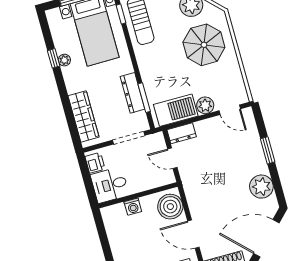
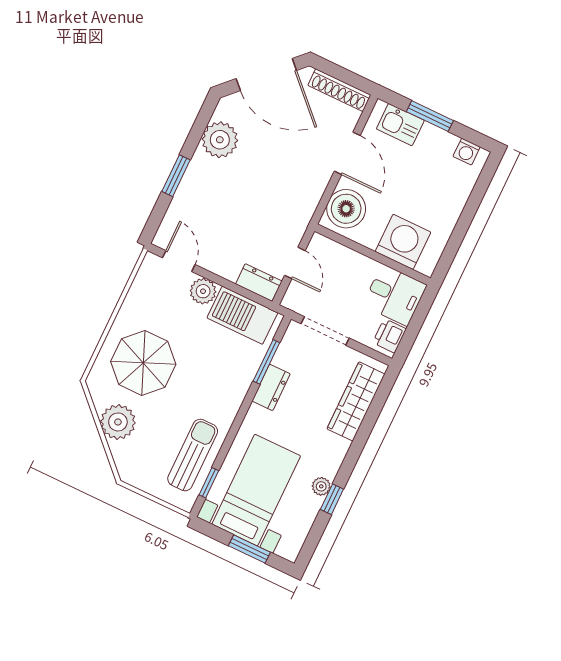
dresser: (133, 93) -> (271, 387), width x0.70
washing machine: (133, 207) -> (403, 242), width x1.89, depth x1.89

